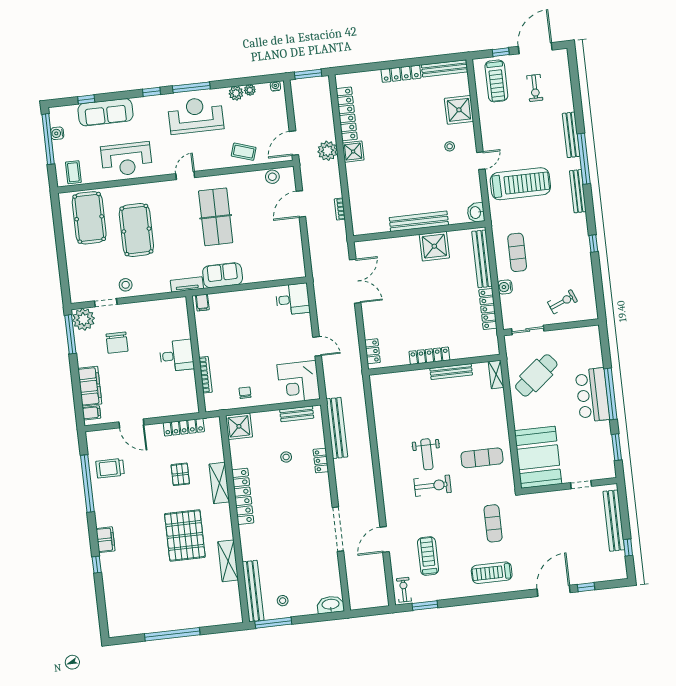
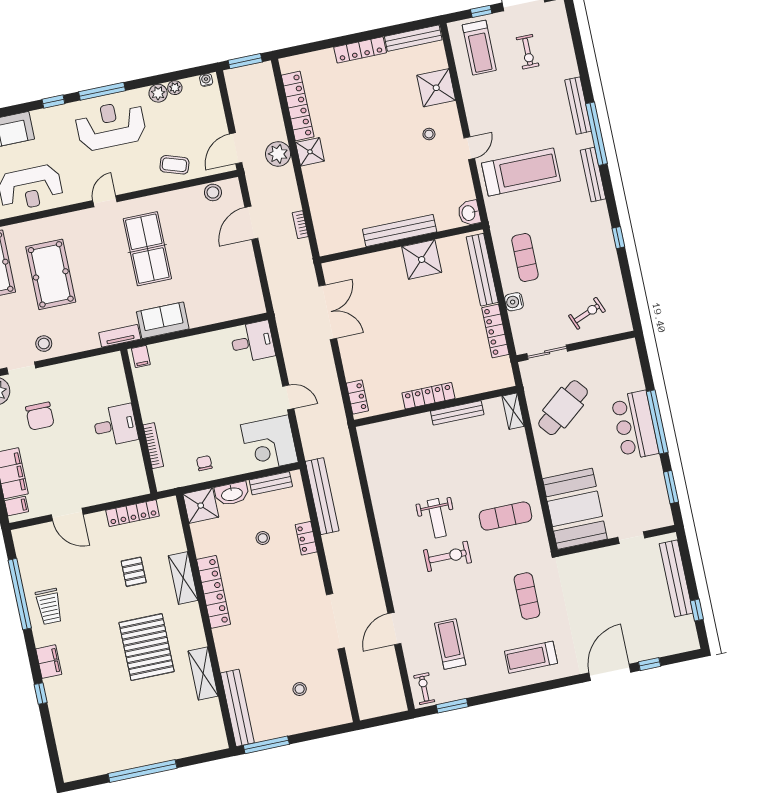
trolley: (110, 468) -> (49, 606), moved, turned -90
stool: (283, 601) -> (300, 689), moved
washbasin: (330, 605) -> (232, 494), moved, turned 180

